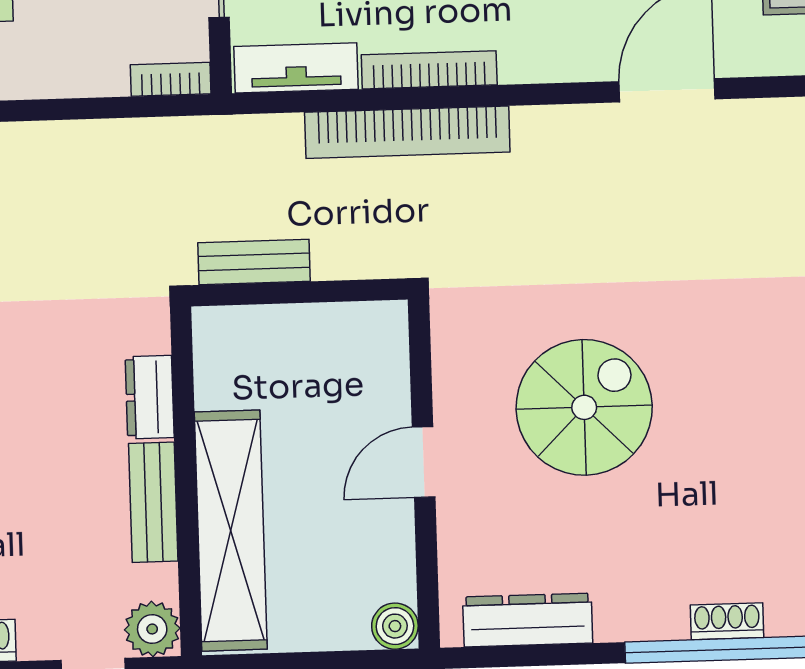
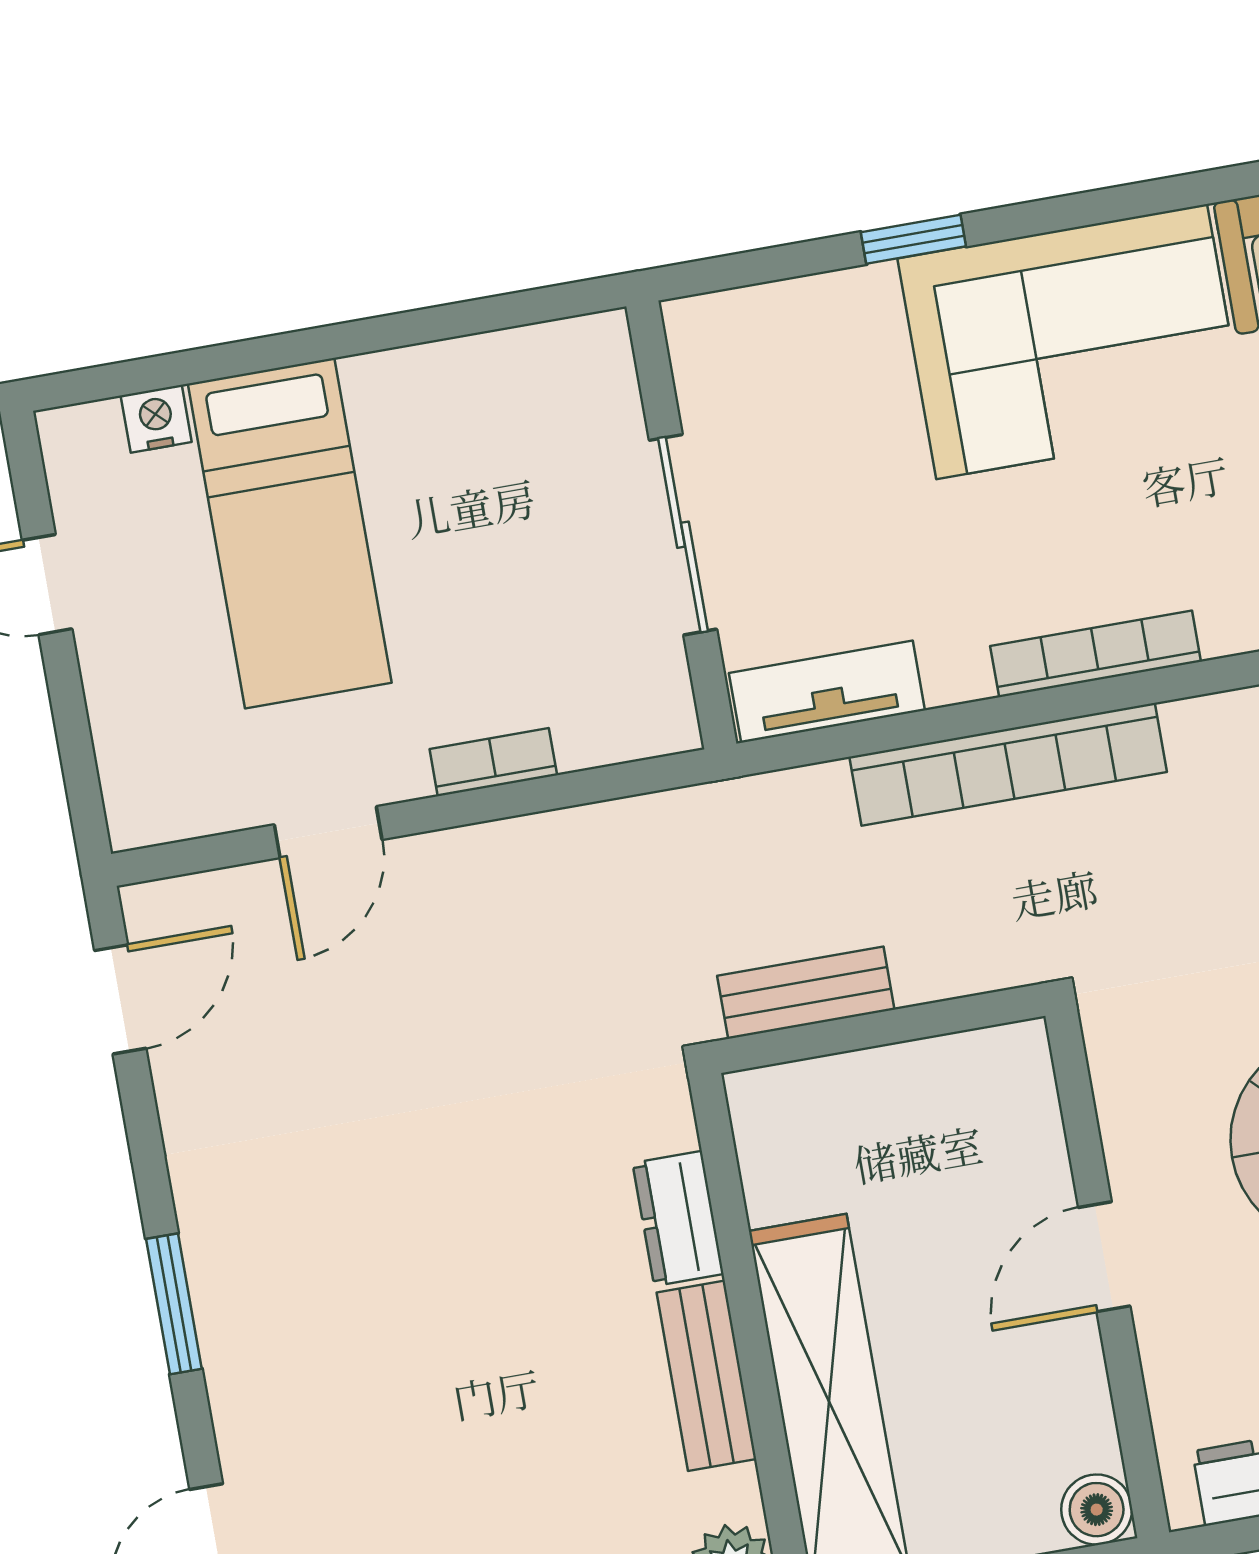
bookcase: (429, 70) -> (1096, 654), moved
bookcase: (171, 79) -> (493, 762), moved

